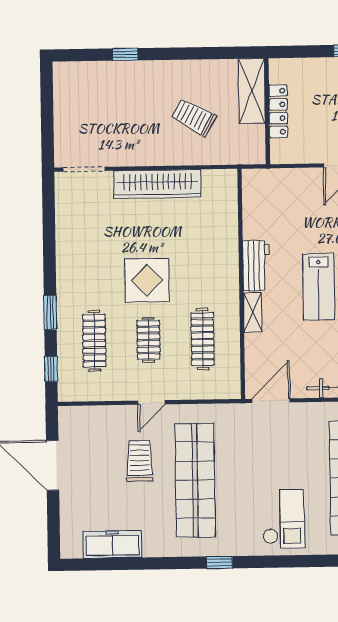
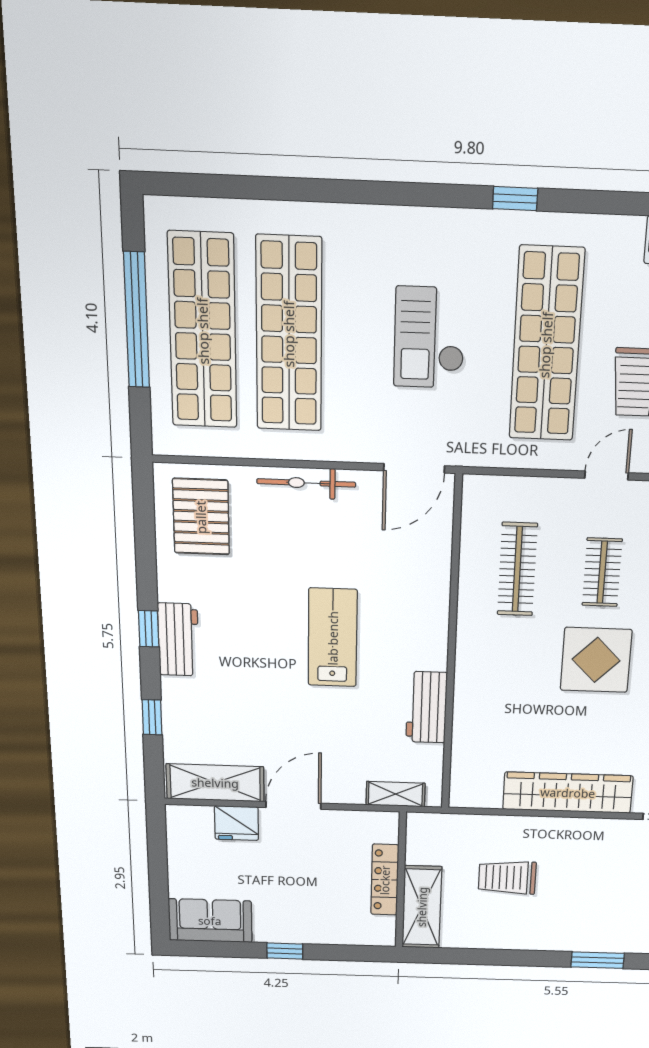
window: (125, 54) -> (598, 960), width x1.50
trolley: (194, 117) -> (507, 877), turned 151
workbench: (256, 266) -> (427, 707), moved
shelving: (253, 312) -> (396, 794), moved, turned 90
checkout: (283, 519) -> (429, 338), moved

